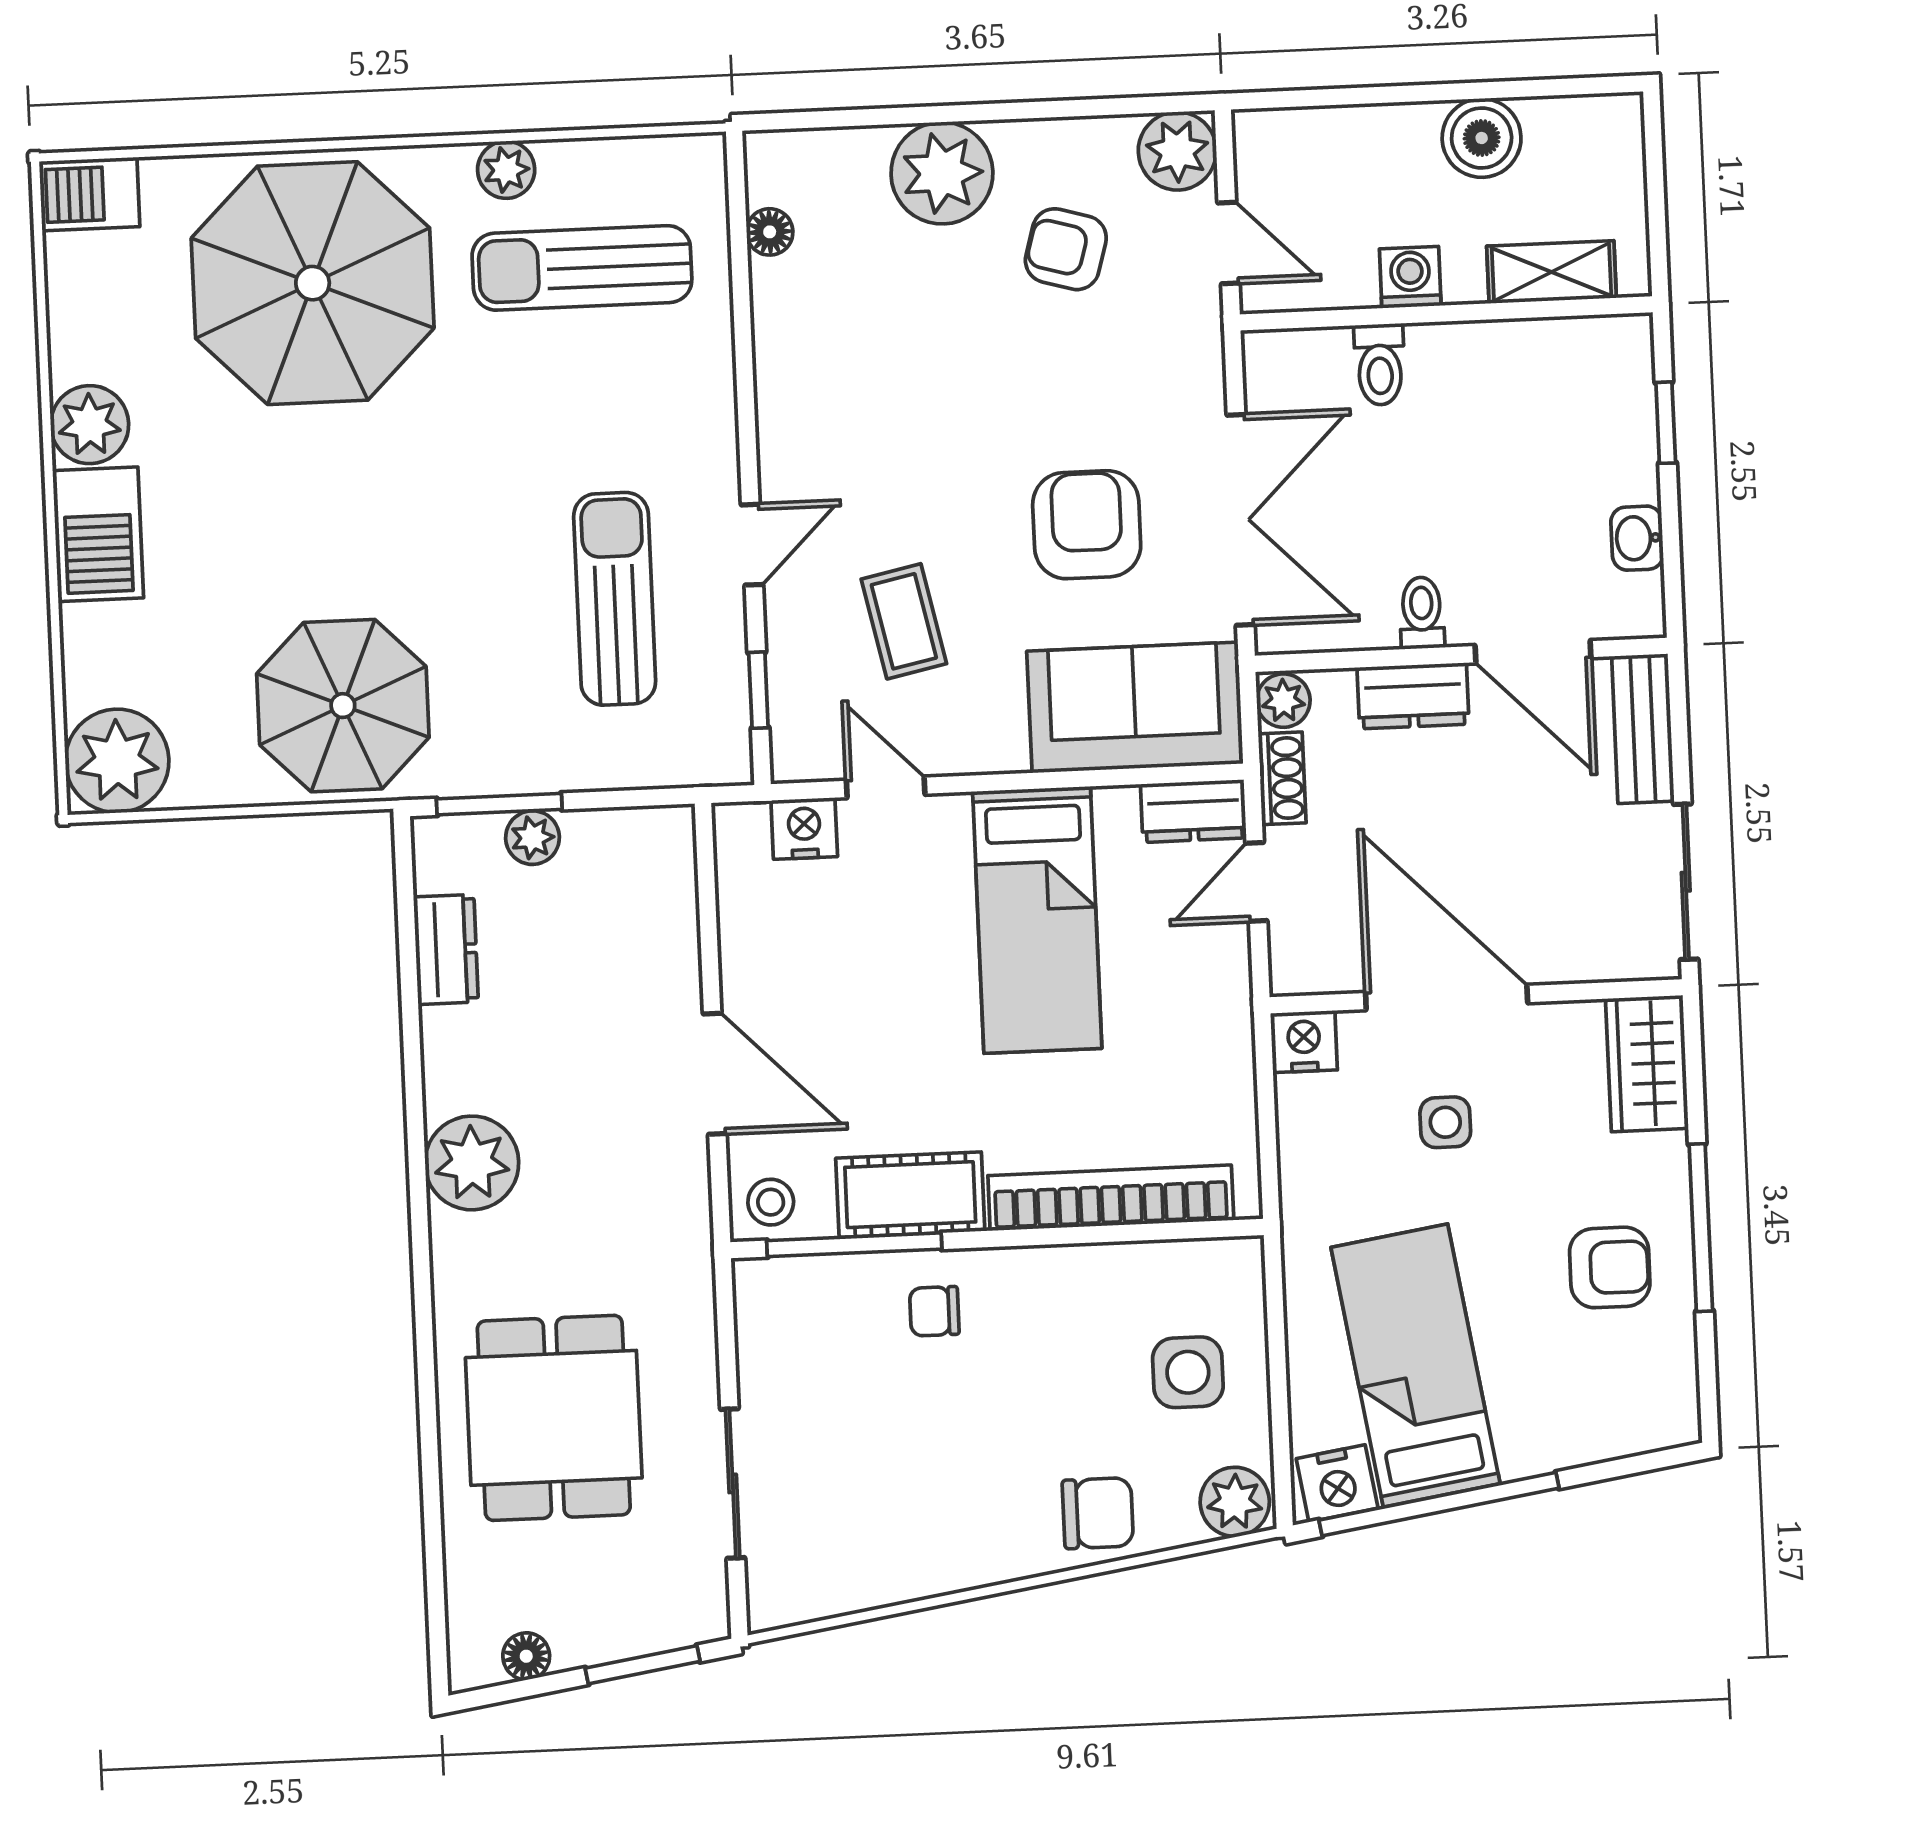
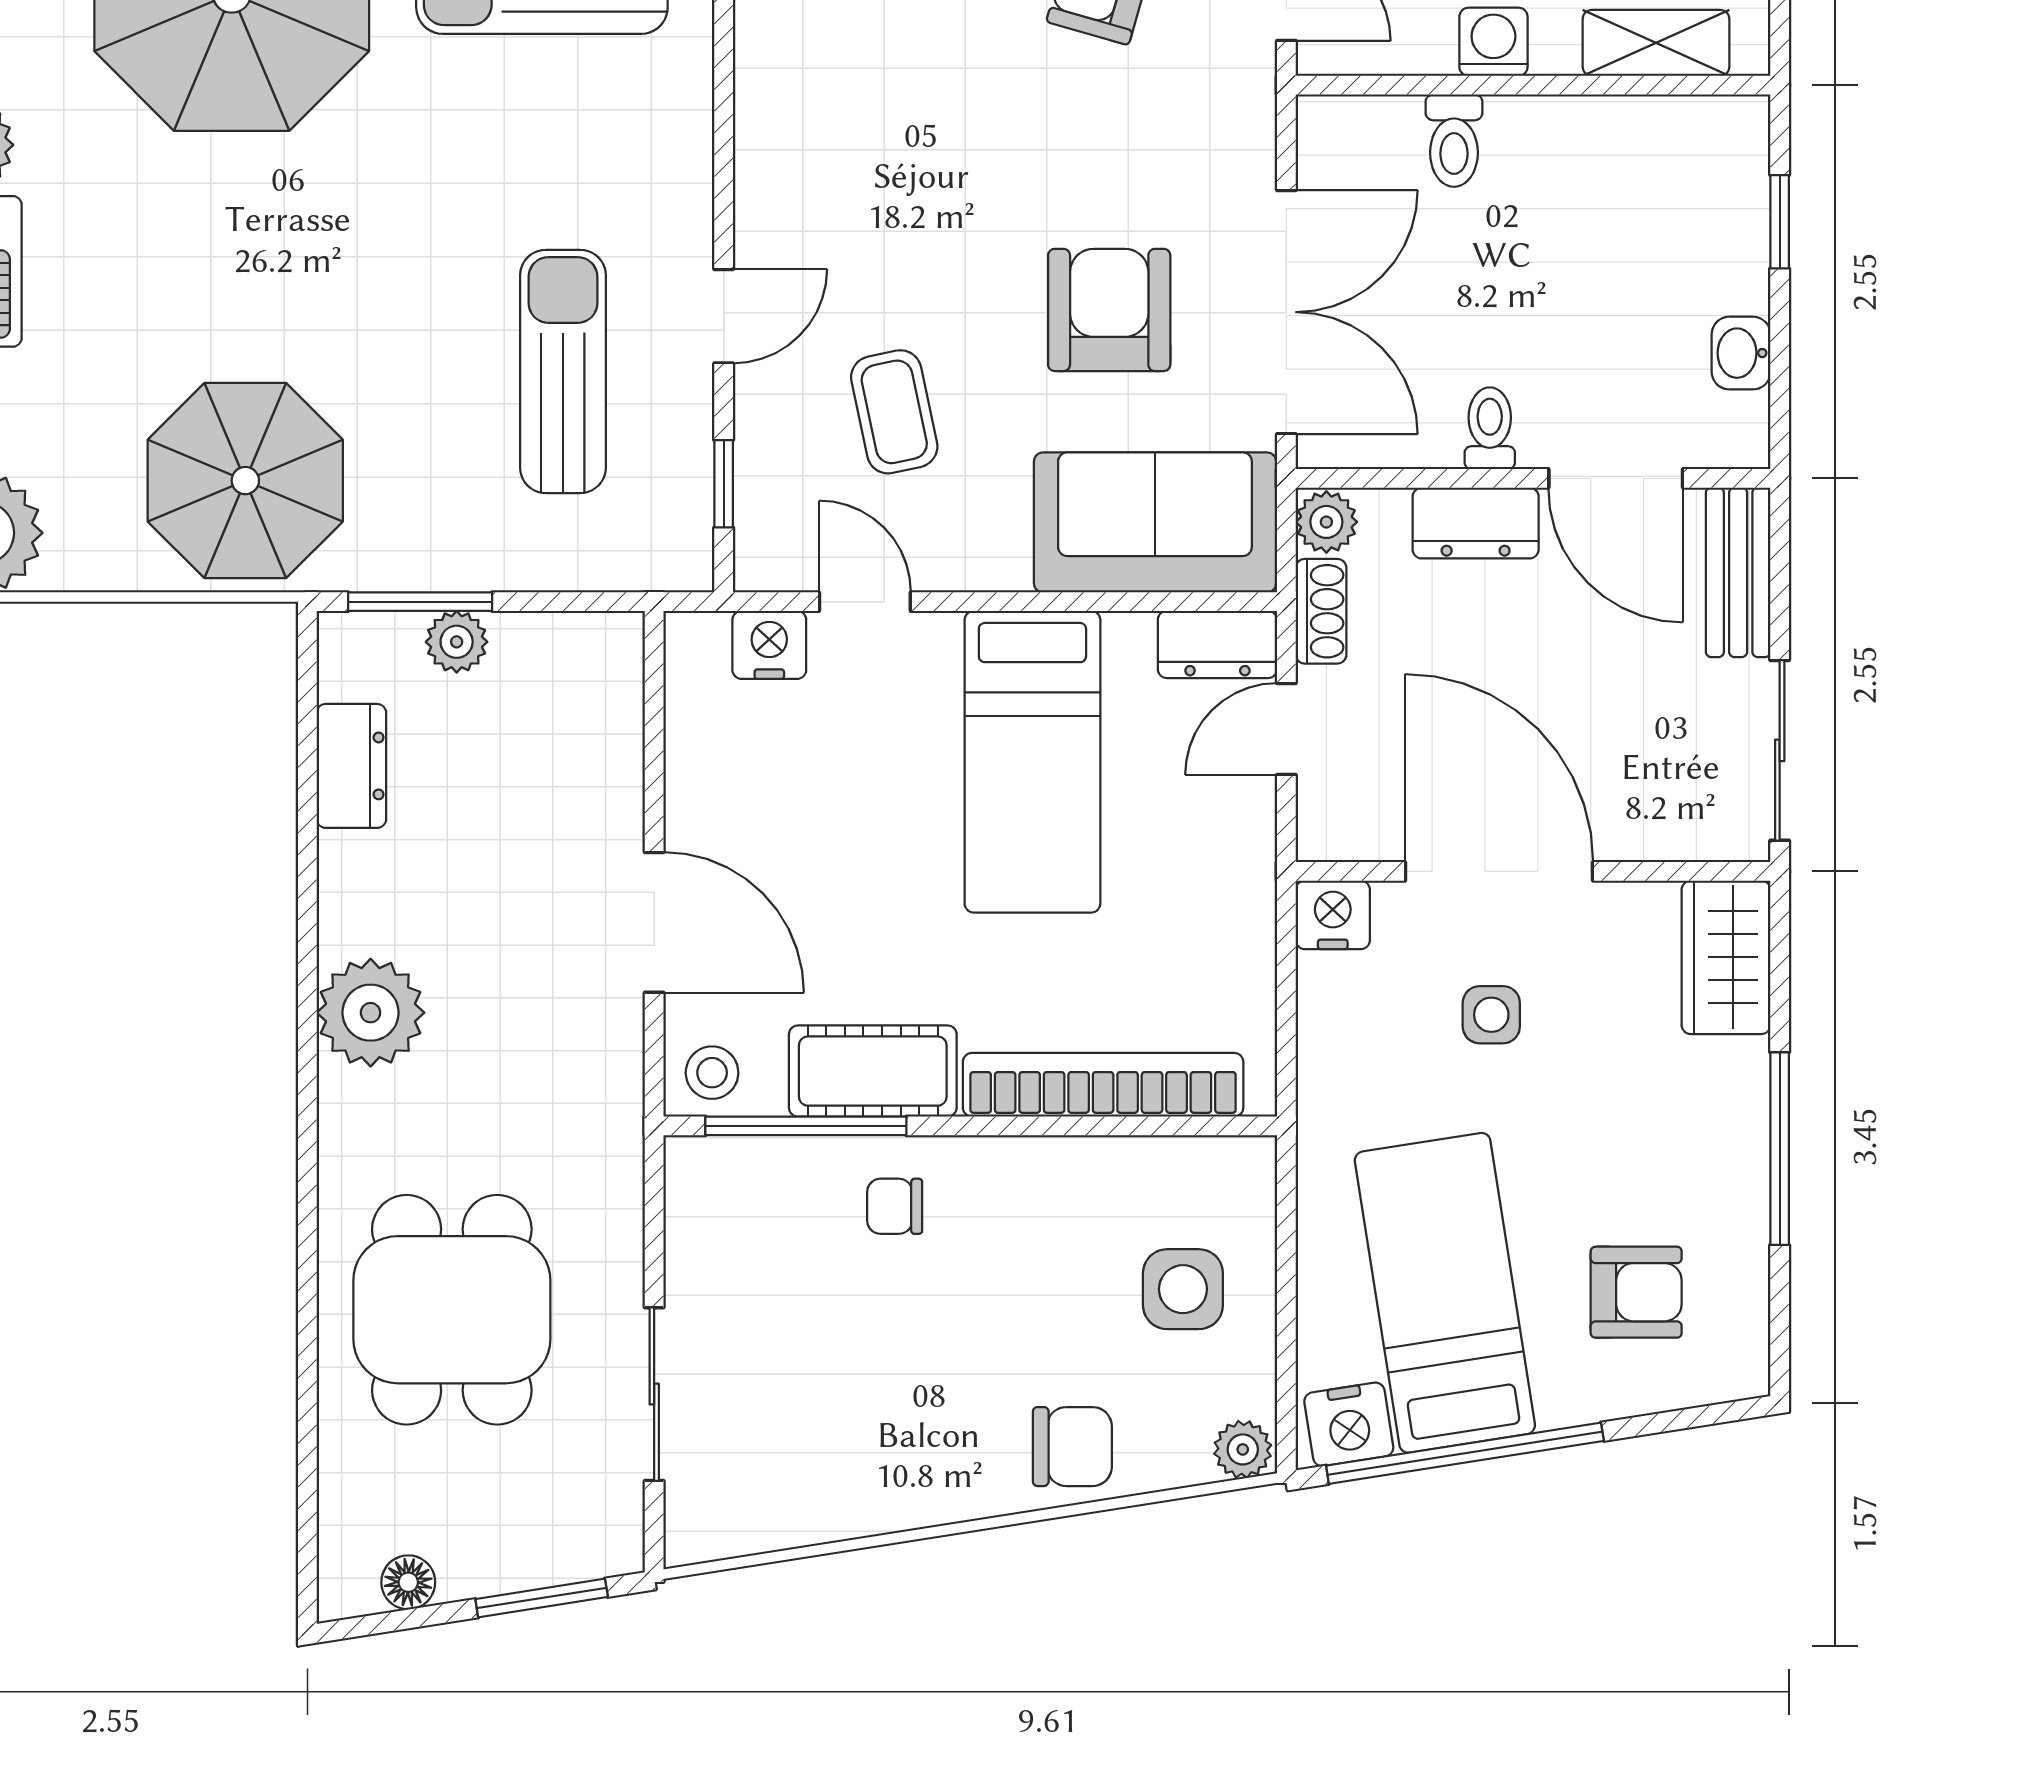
armchair: (1610, 1267) -> (1636, 1292), moved
plant: (1235, 1502) -> (1243, 1449), width x0.73, depth x0.73

